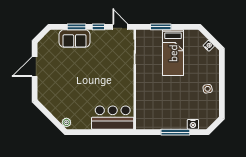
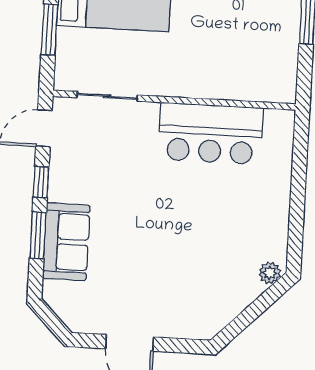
bar counter: (113, 118) -> (211, 133), moved, turned -90

